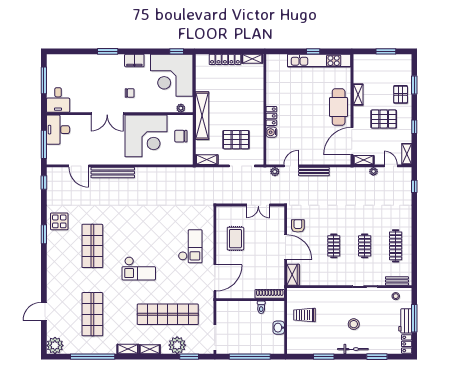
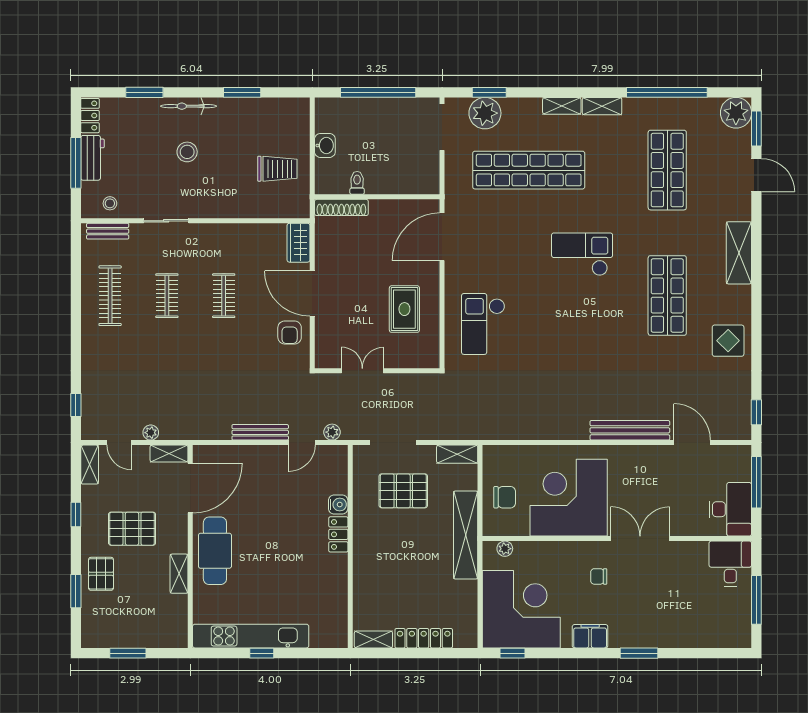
window: (44, 234) -> (756, 128), moved
checkout: (190, 246) -> (483, 324), moved
shelving: (53, 269) -> (739, 253), added
door: (44, 311) -> (756, 175), hinge flipped
plant: (177, 345) -> (485, 113), moved

